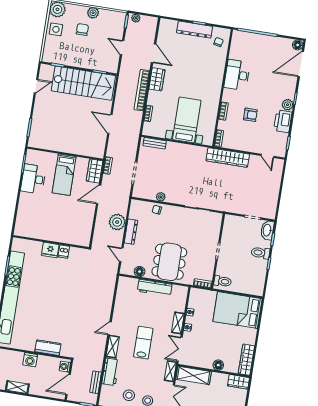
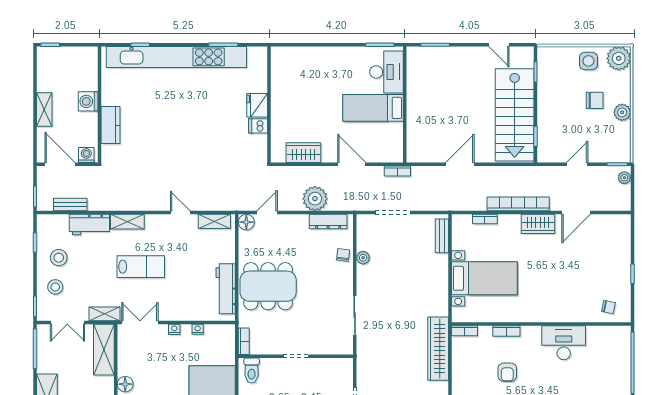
dresser: (195, 30) -> (621, 268), removed
wardrobe: (95, 171) -> (303, 153), moved
desk: (33, 179) -> (386, 72), moved, turned 90
dresser: (131, 232) -> (328, 222), moved
floor lamp: (140, 272) -> (246, 222), moved
workbench: (155, 288) -> (226, 289), moved
shelving: (178, 323) -> (214, 221), moved
door: (109, 328) -> (180, 213), moved
shelving: (17, 387) -> (44, 109), moved

